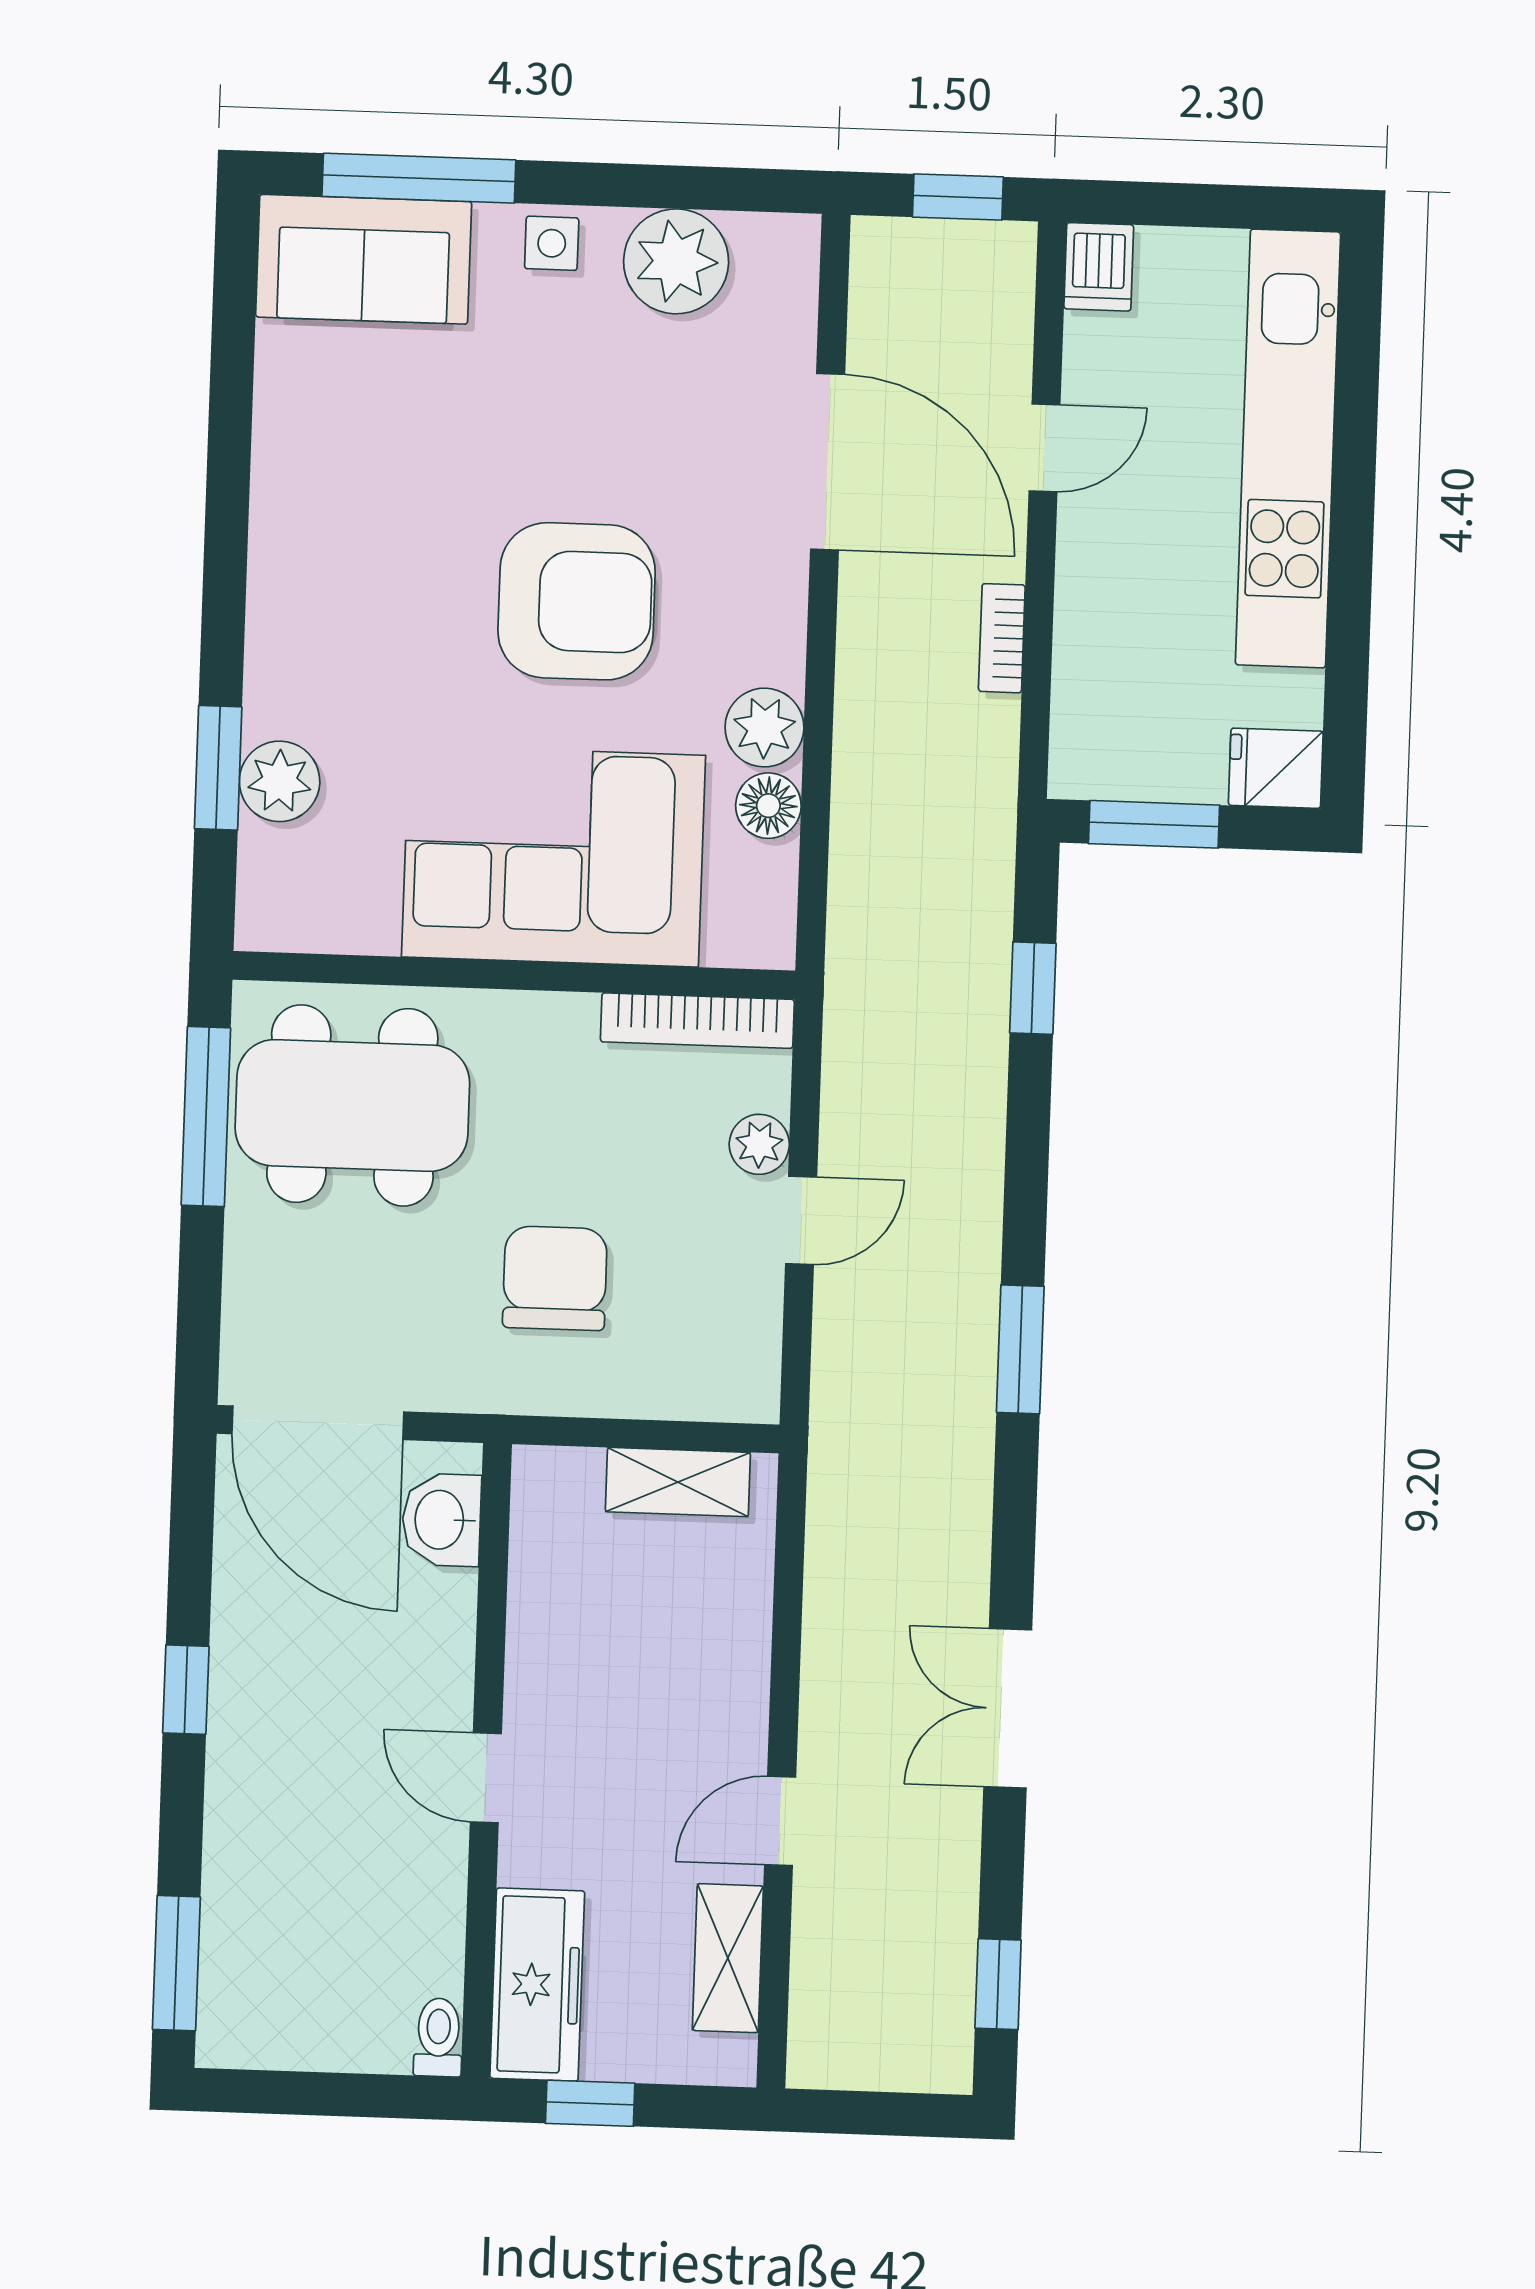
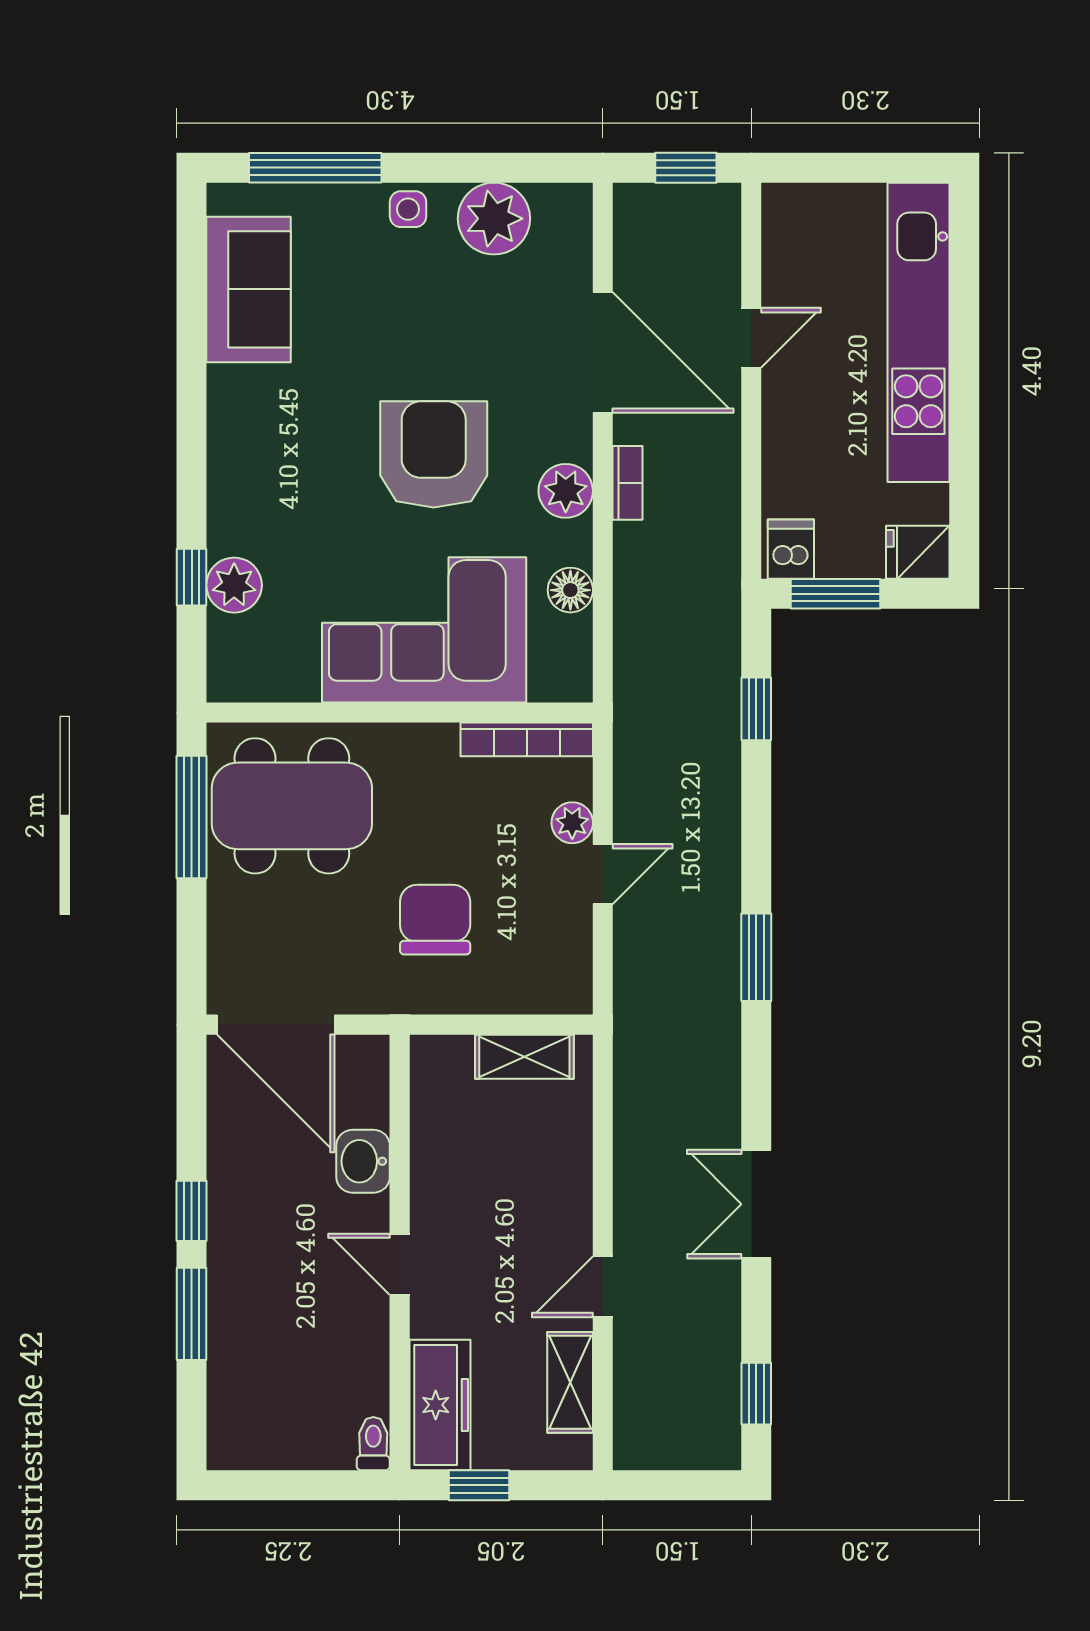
sofa: (364, 259) -> (249, 289), moved, turned -90
dishwasher: (1099, 267) -> (791, 549), moved, turned 180
armchair: (577, 601) -> (434, 454), turned -90
bookcase: (1002, 638) -> (627, 483), moved, turned 180
plant: (764, 728) -> (566, 491), moved
window: (218, 768) -> (192, 577), width x0.67
washbasin: (442, 1520) -> (363, 1161), moved
window: (176, 1963) -> (192, 1314), moved

